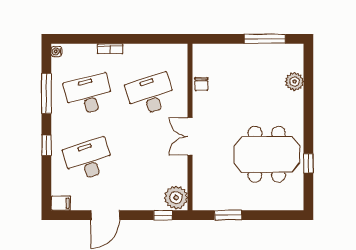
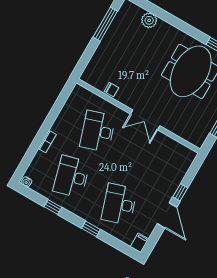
window: (46, 93) -> (53, 207), width x0.46
plant: (176, 198) -> (184, 156), removed
window: (163, 215) -> (180, 192), moved

